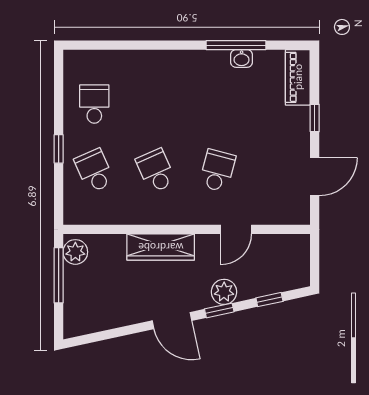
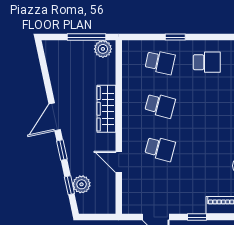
school desk: (94, 171) -> (160, 62), turned 36
school desk: (156, 171) -> (160, 105), turned 39
plant: (224, 292) -> (82, 184), moved

